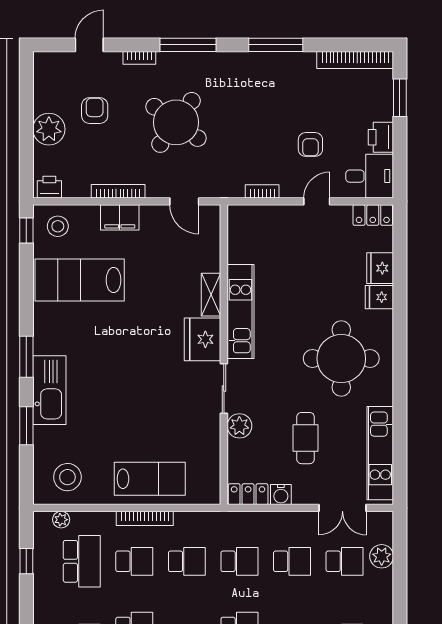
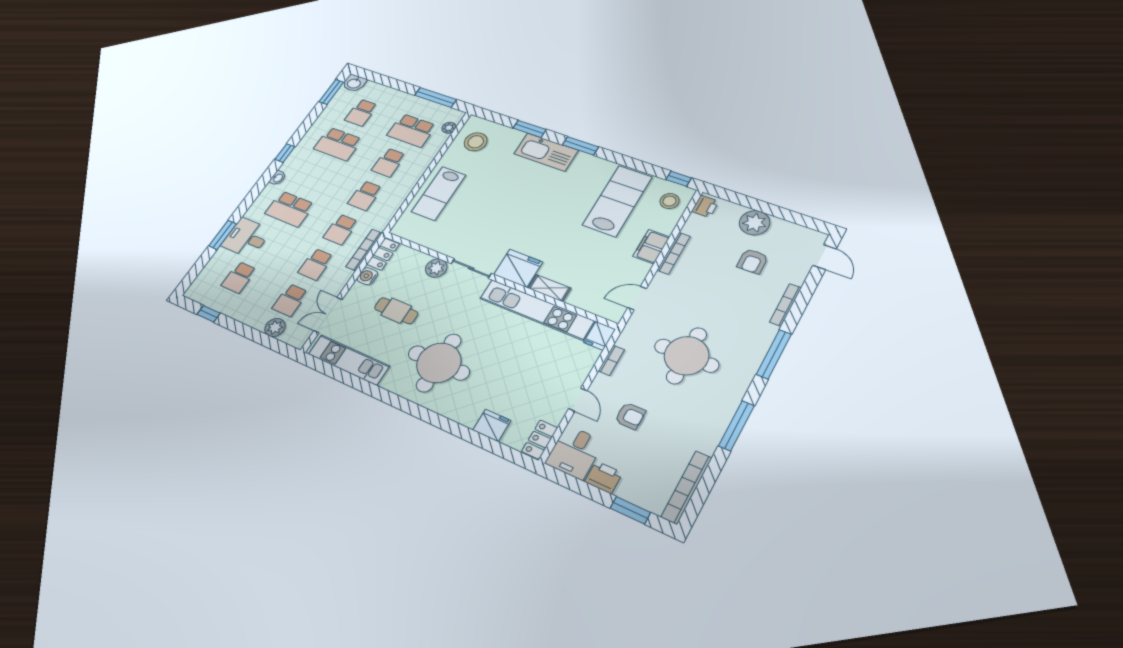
door: (89, 45) -> (825, 257), moved
bookcase: (139, 58) -> (786, 305), width x1.56
armchair: (95, 111) -> (753, 261), turned 89
round table: (176, 122) -> (687, 356), moved, turned -36
armchair: (310, 144) -> (630, 416), turned 180
fridge: (379, 297) -> (600, 336), moved, turned 180
kitchen unit: (240, 311) -> (536, 309), width x1.36
bookcase: (145, 518) -> (364, 250), moved
window: (26, 561) -> (435, 97), width x2.17

